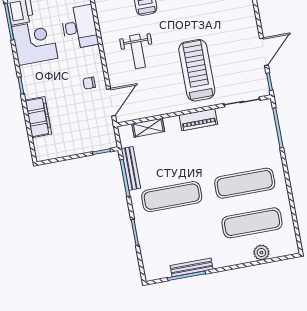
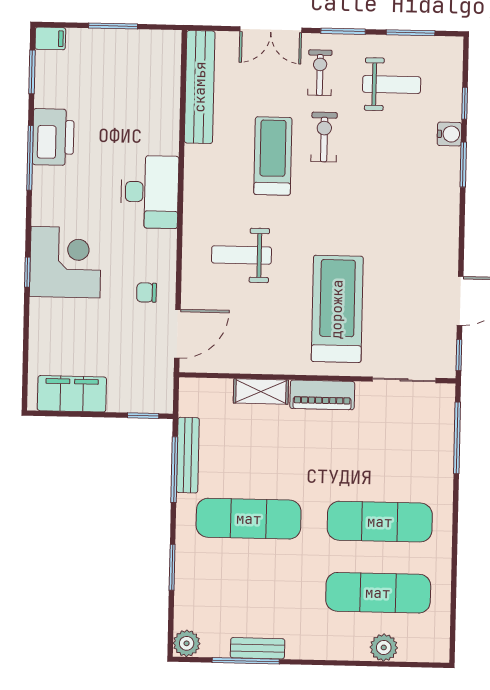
corner desk: (35, 42) -> (65, 262), moved
weight bench: (138, 51) -> (241, 255), turned 90
filing cabinet: (38, 117) -> (72, 394), moved, turned -90
shelving: (148, 128) -> (261, 391), moved
bench: (192, 267) -> (258, 648), width x0.73
plant: (152, 273) -> (187, 643), added

